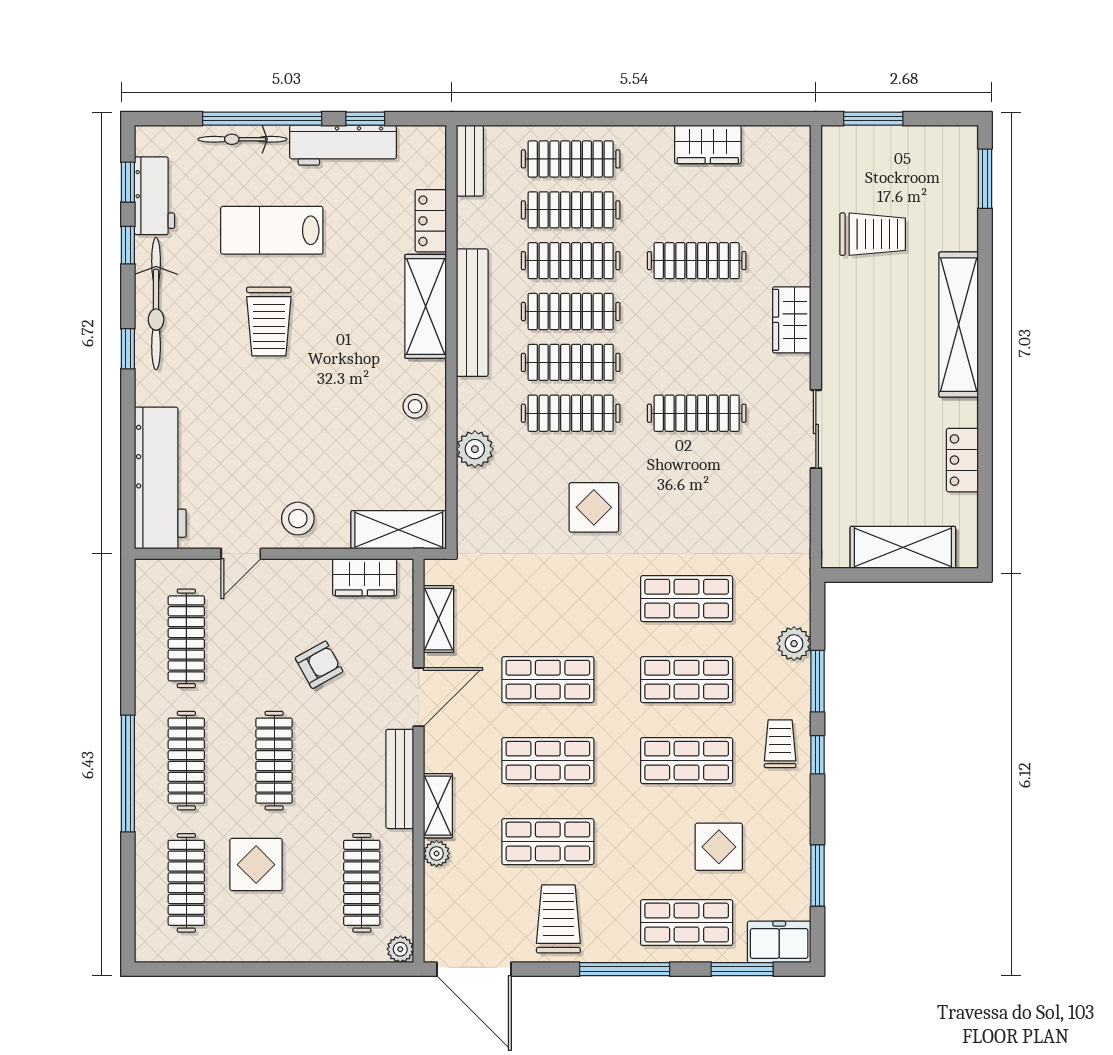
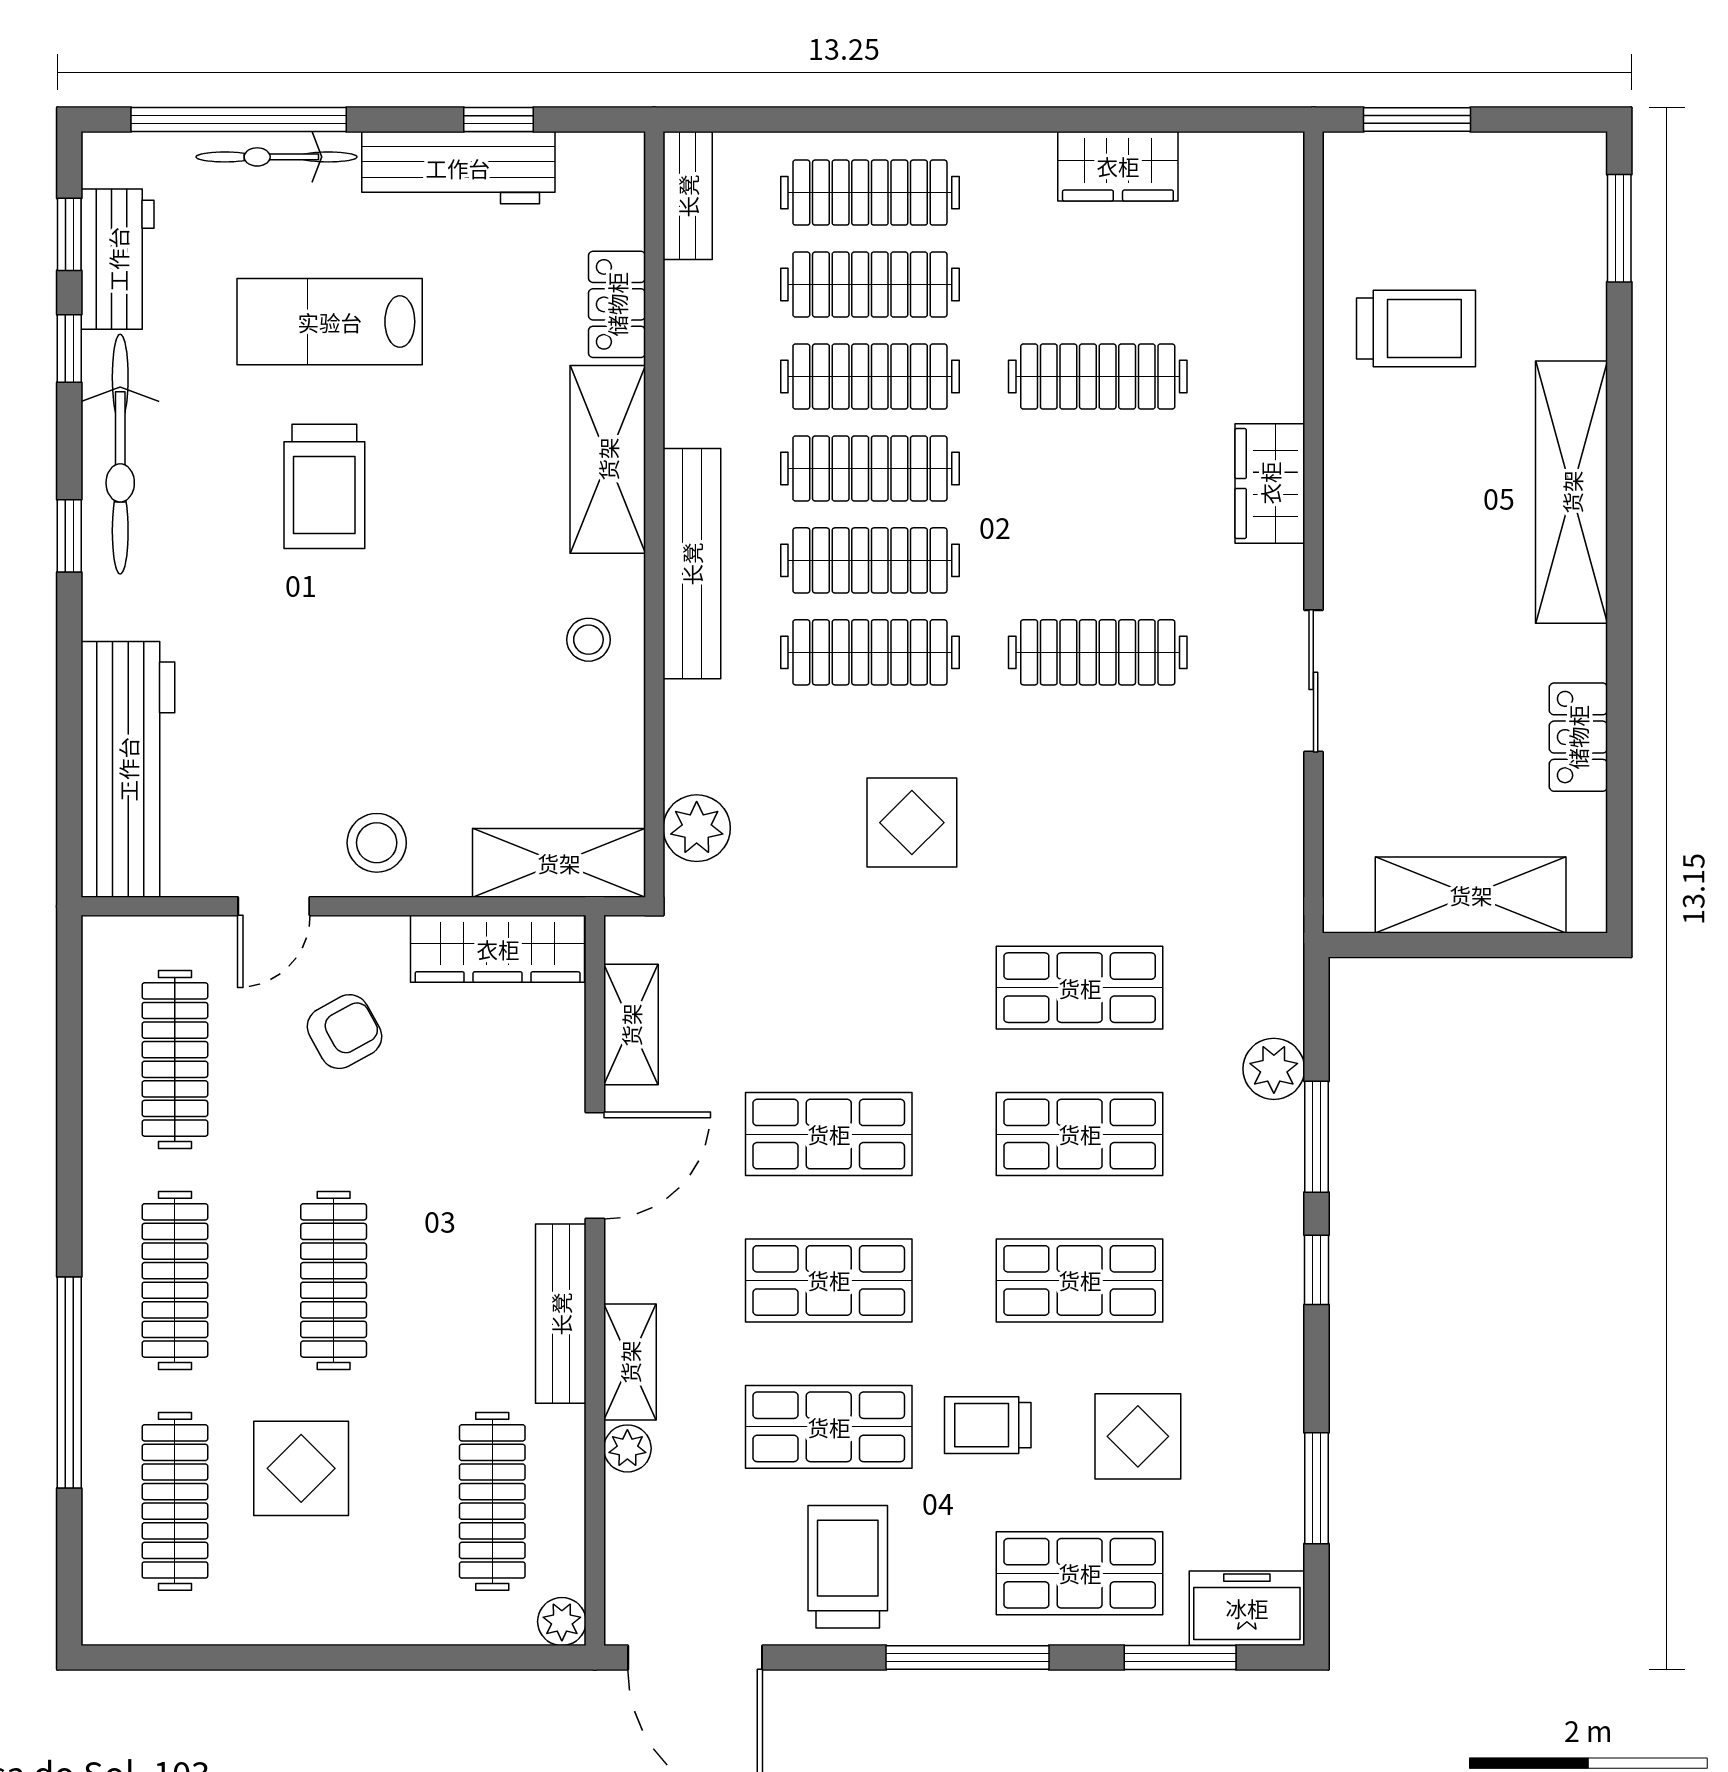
window: (262, 119) -> (239, 120), moved
bench: (472, 313) -> (692, 564), moved
plant: (475, 449) -> (697, 828), moved
wardrobe: (365, 577) -> (498, 949), width x1.50
armchair: (319, 665) -> (344, 1032), moved
trolley: (780, 744) -> (988, 1425), moved, turned -90
window: (128, 773) -> (69, 1383), moved

